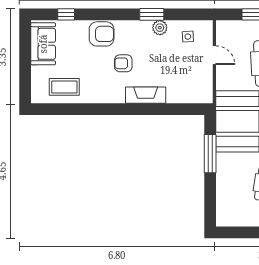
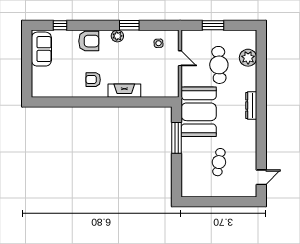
plant: (160, 28) -> (117, 36), moved
armchair: (123, 63) -> (93, 80), moved
coffee table: (64, 87) -> (59, 84), removed

